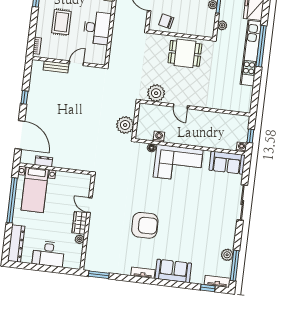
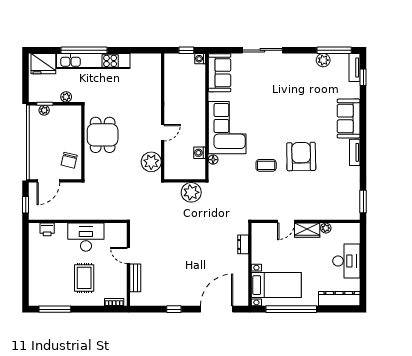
rug: (61, 22) -> (84, 278), turned 90
dresser: (44, 161) -> (243, 244), moved
coffee table: (141, 194) -> (266, 165), added

